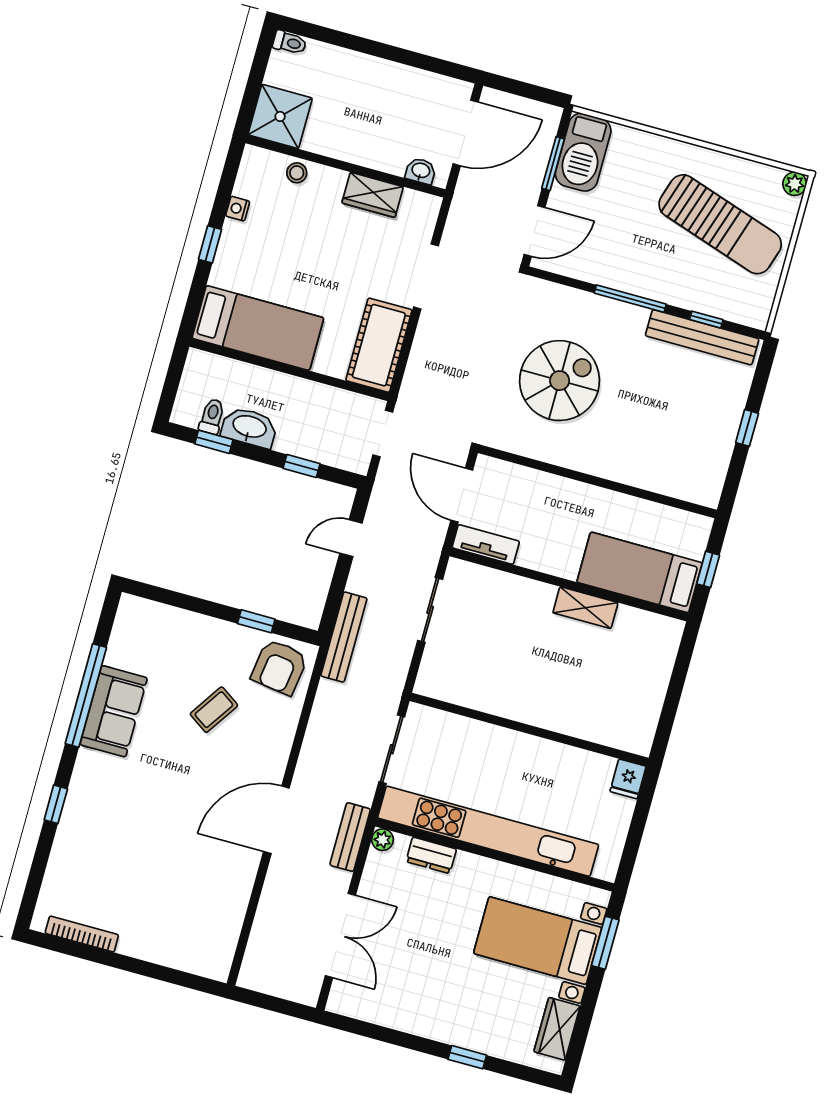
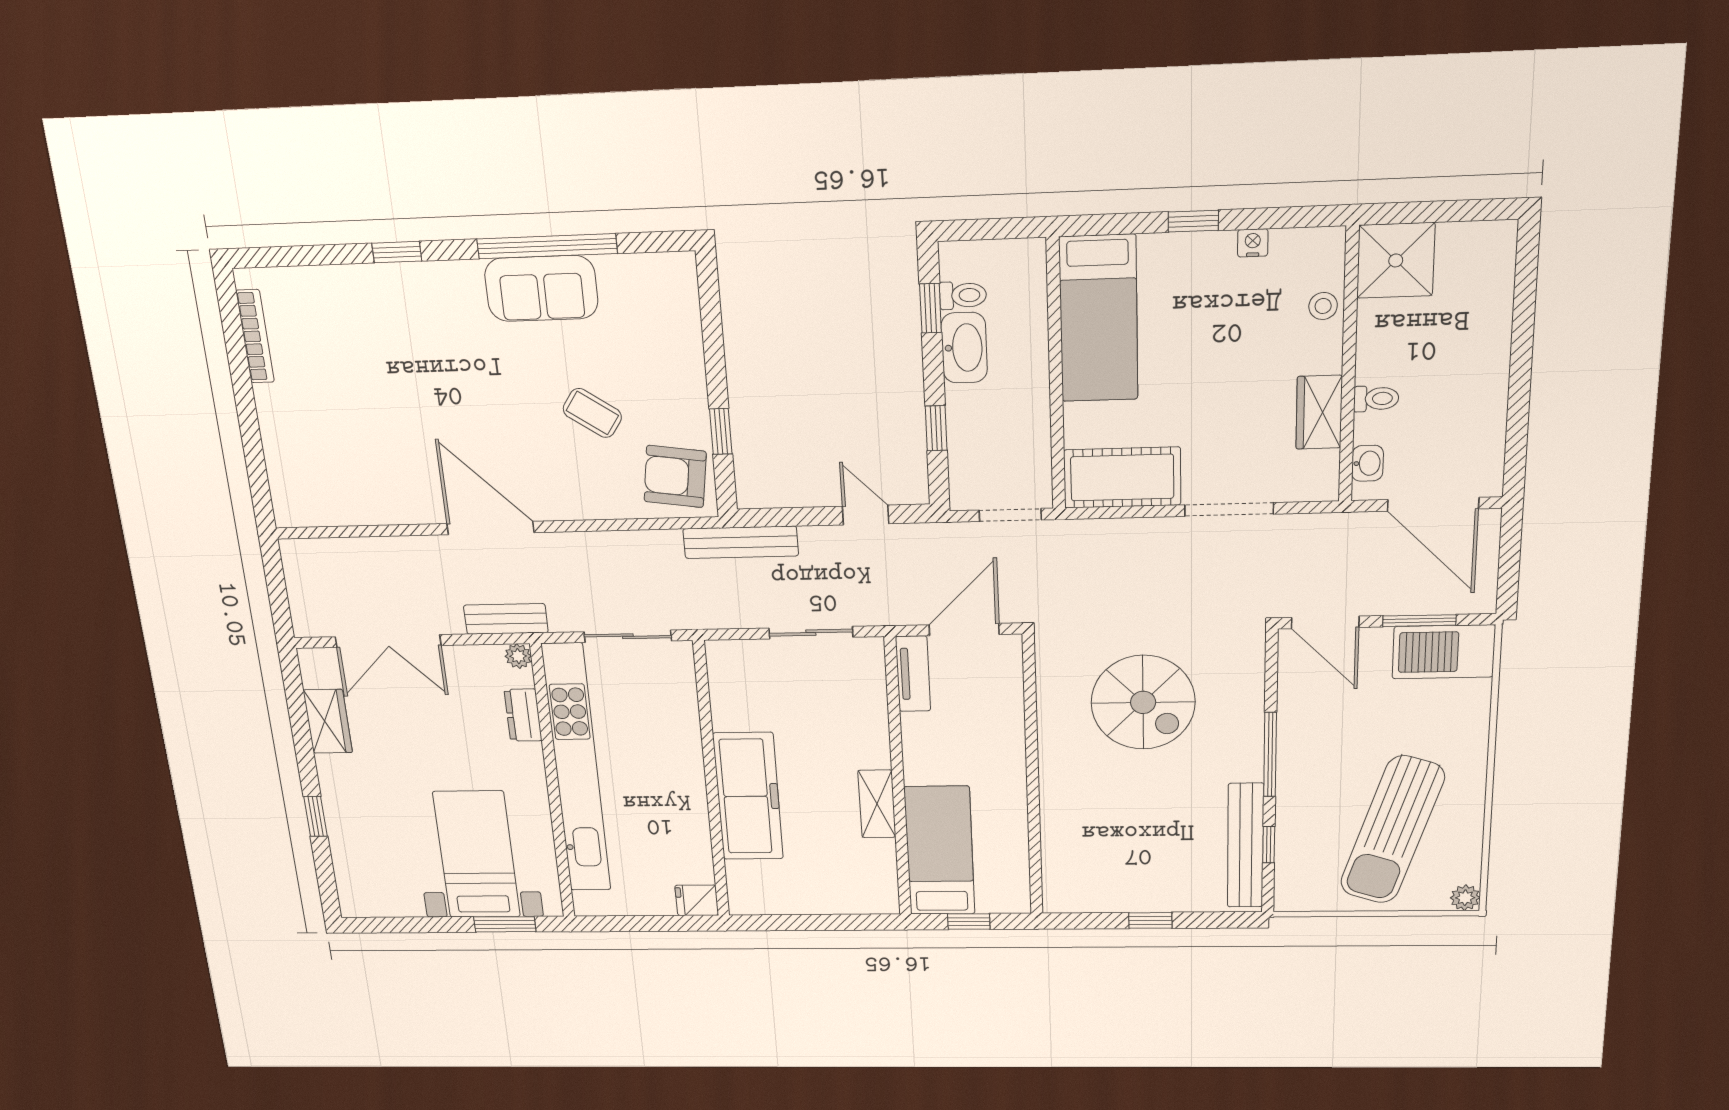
toilet: (290, 43) -> (1376, 399), moved, turned -90
freezer: (550, 705) -> (748, 796), added
wardrobe: (557, 1029) -> (328, 721), moved, turned 90

